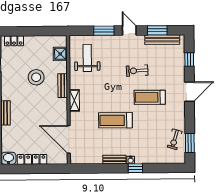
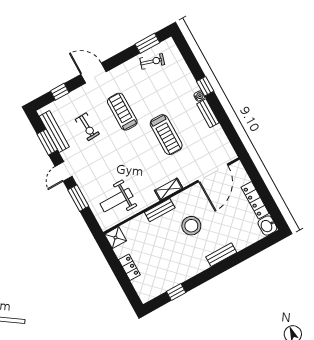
locker: (14, 41) -> (129, 267), moved
shower: (60, 54) -> (115, 238), moved
exercise bike: (137, 71) -> (87, 127), moved
stool: (36, 77) -> (191, 226), moved
treadmill: (150, 97) -> (122, 112), turned 180

